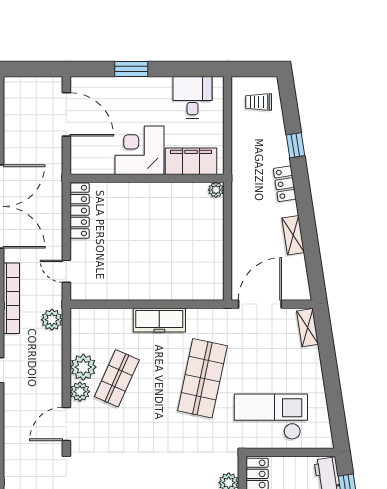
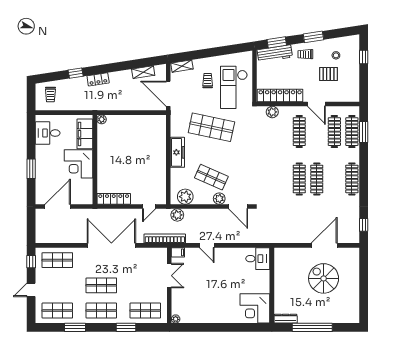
shelving: (293, 235) -> (143, 72), moved
plant: (83, 367) -> (185, 197), moved
trolley: (282, 372) -> (208, 81), added

